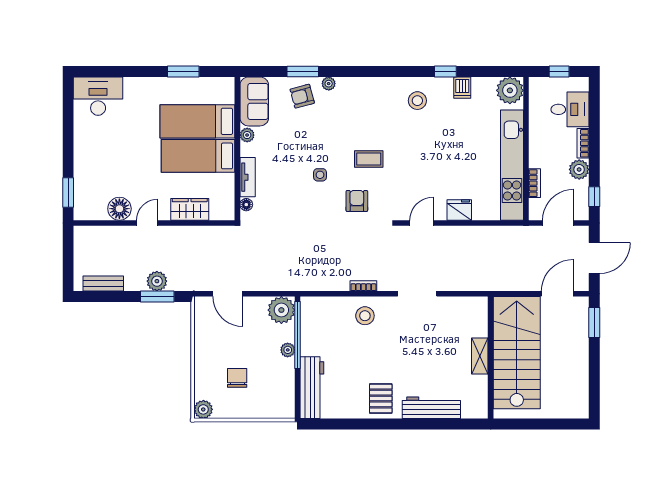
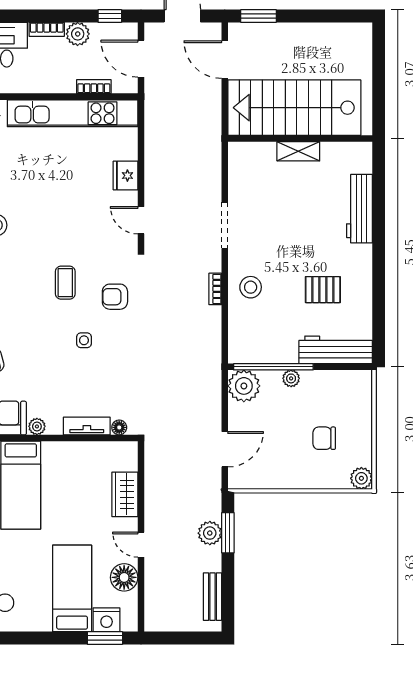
bed: (198, 156) -> (72, 588), moved, turned 180
nightstand: (84, 194) -> (107, 620), added
pallet: (381, 398) -> (323, 290), moved

